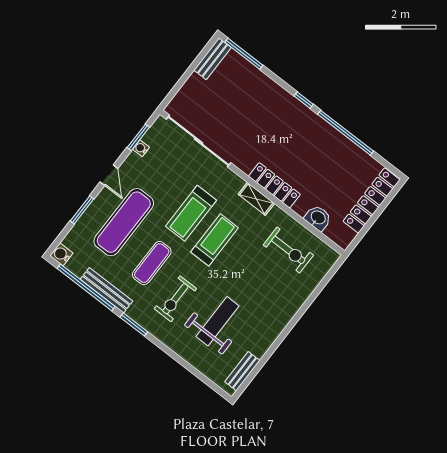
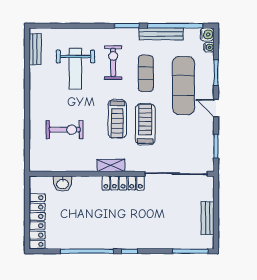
bench: (212, 59) -> (208, 218), moved
water cooler: (141, 148) -> (209, 47), moved
locker: (274, 185) -> (123, 183), moved
exercise bike: (288, 250) -> (65, 130), moved, turned 180

